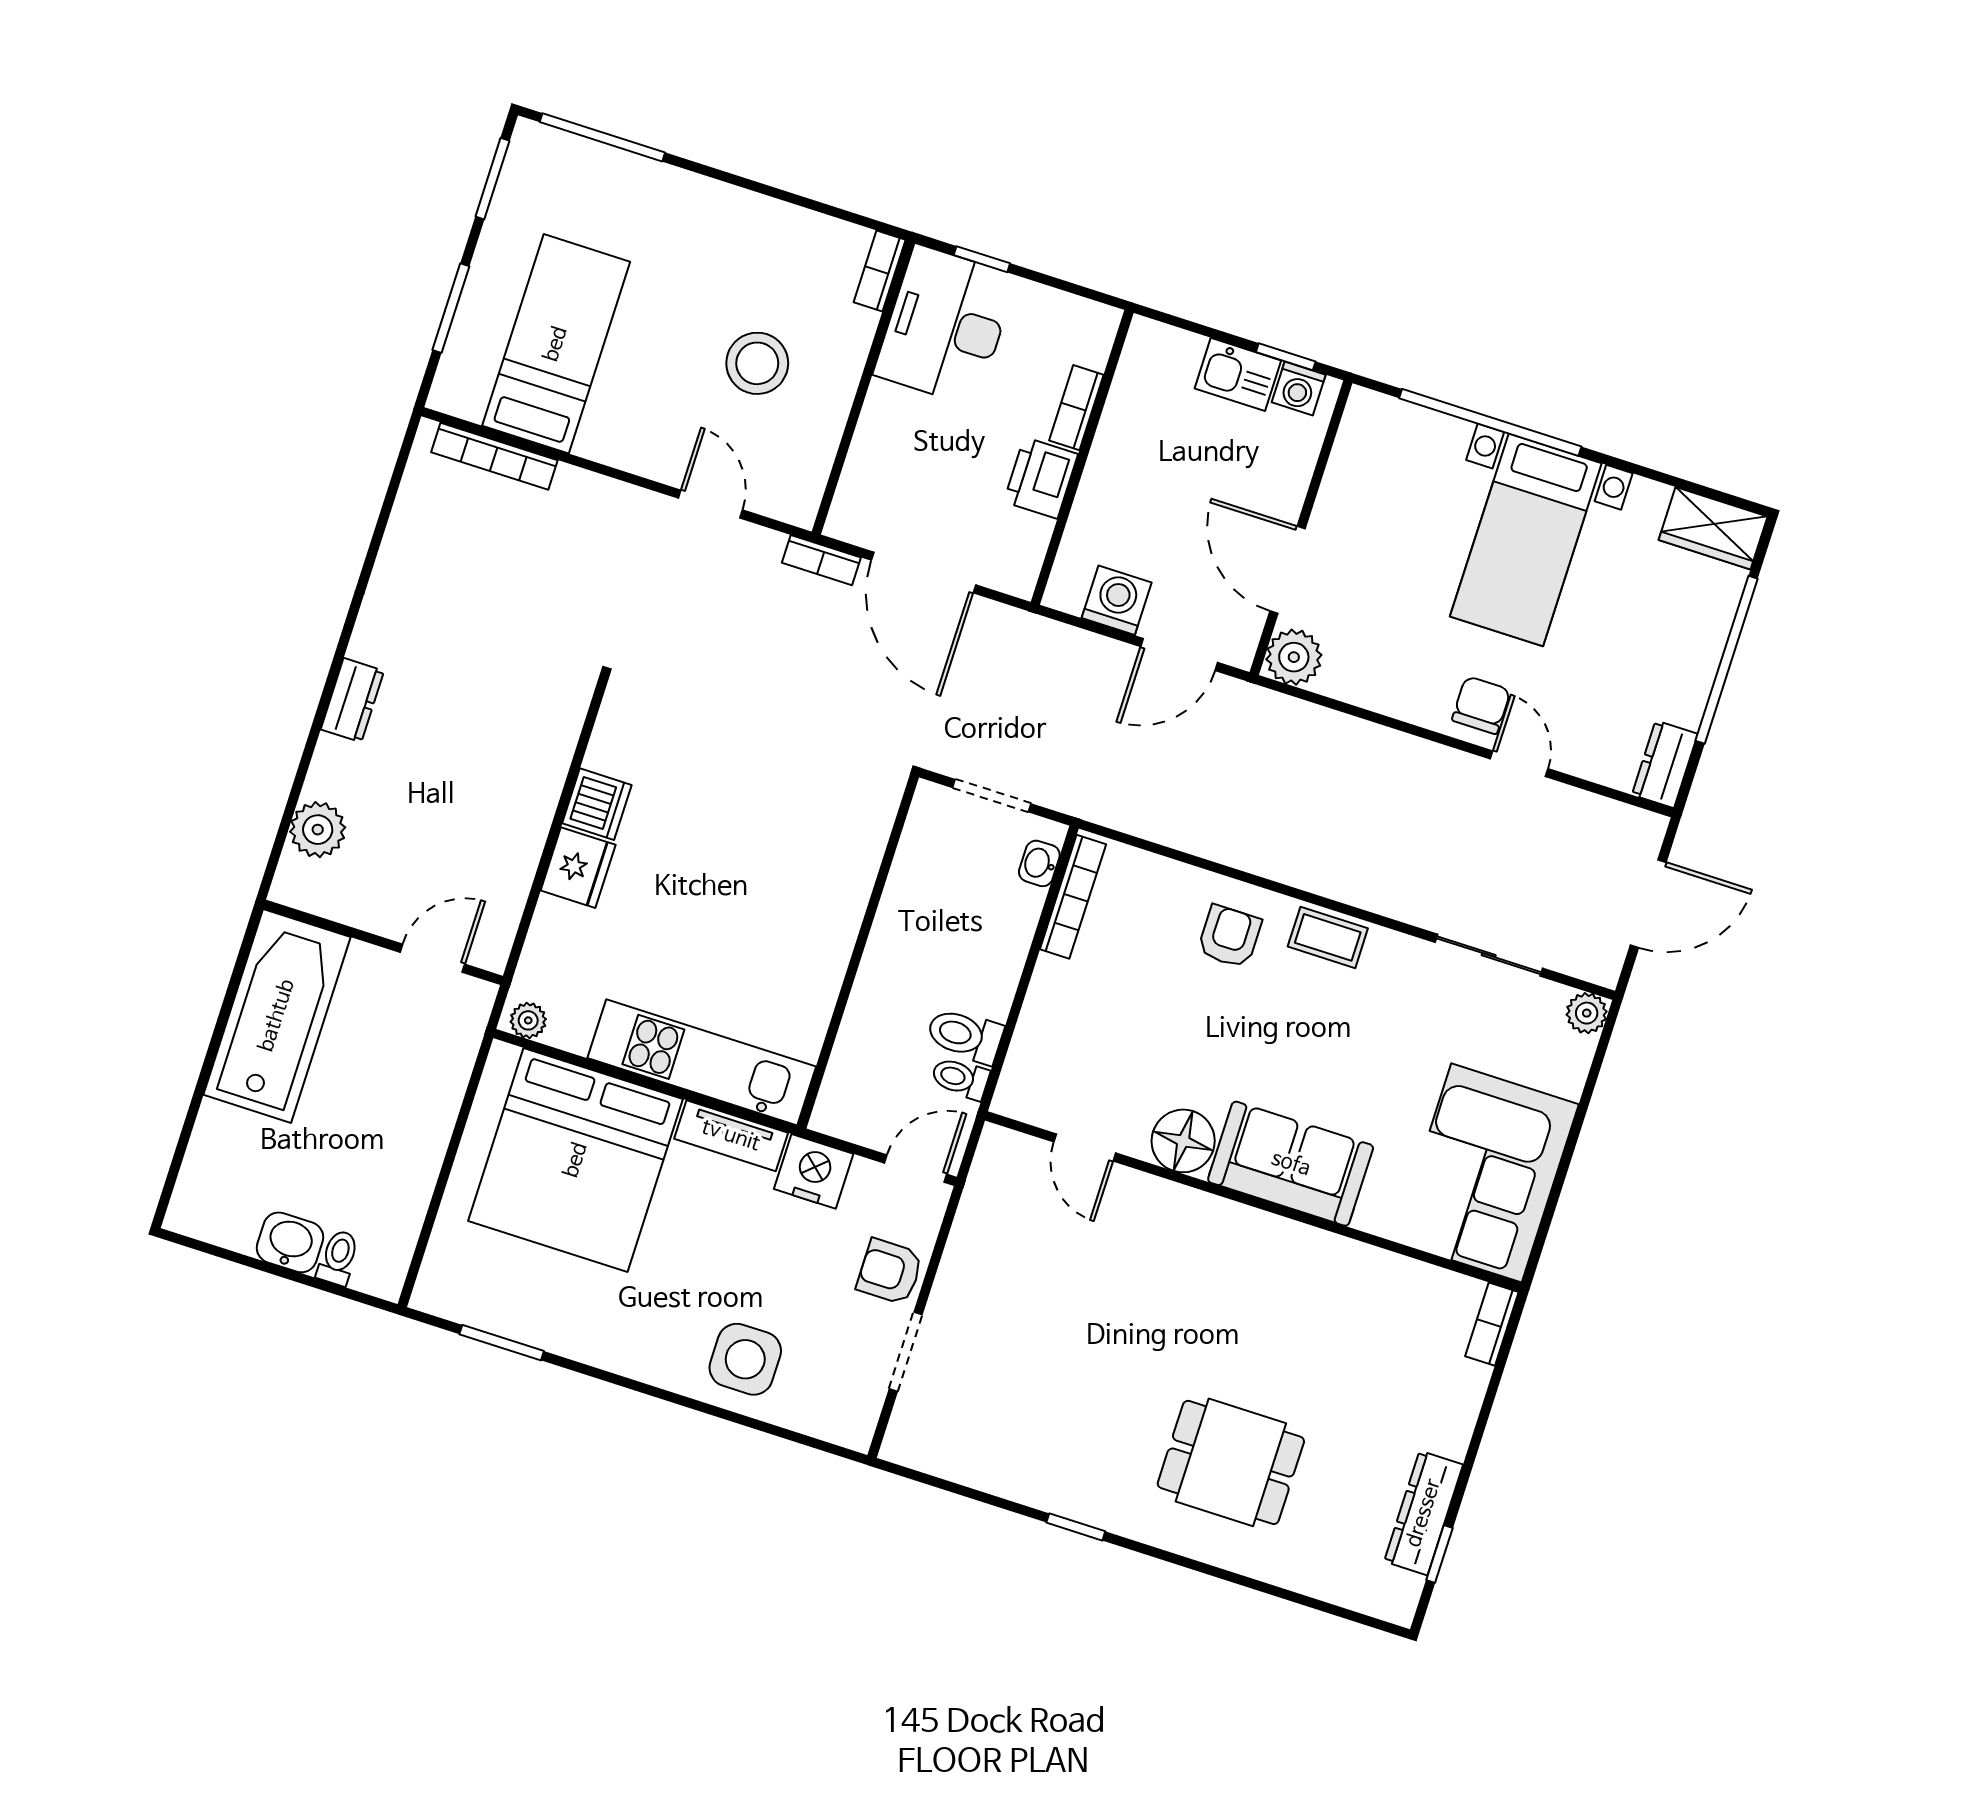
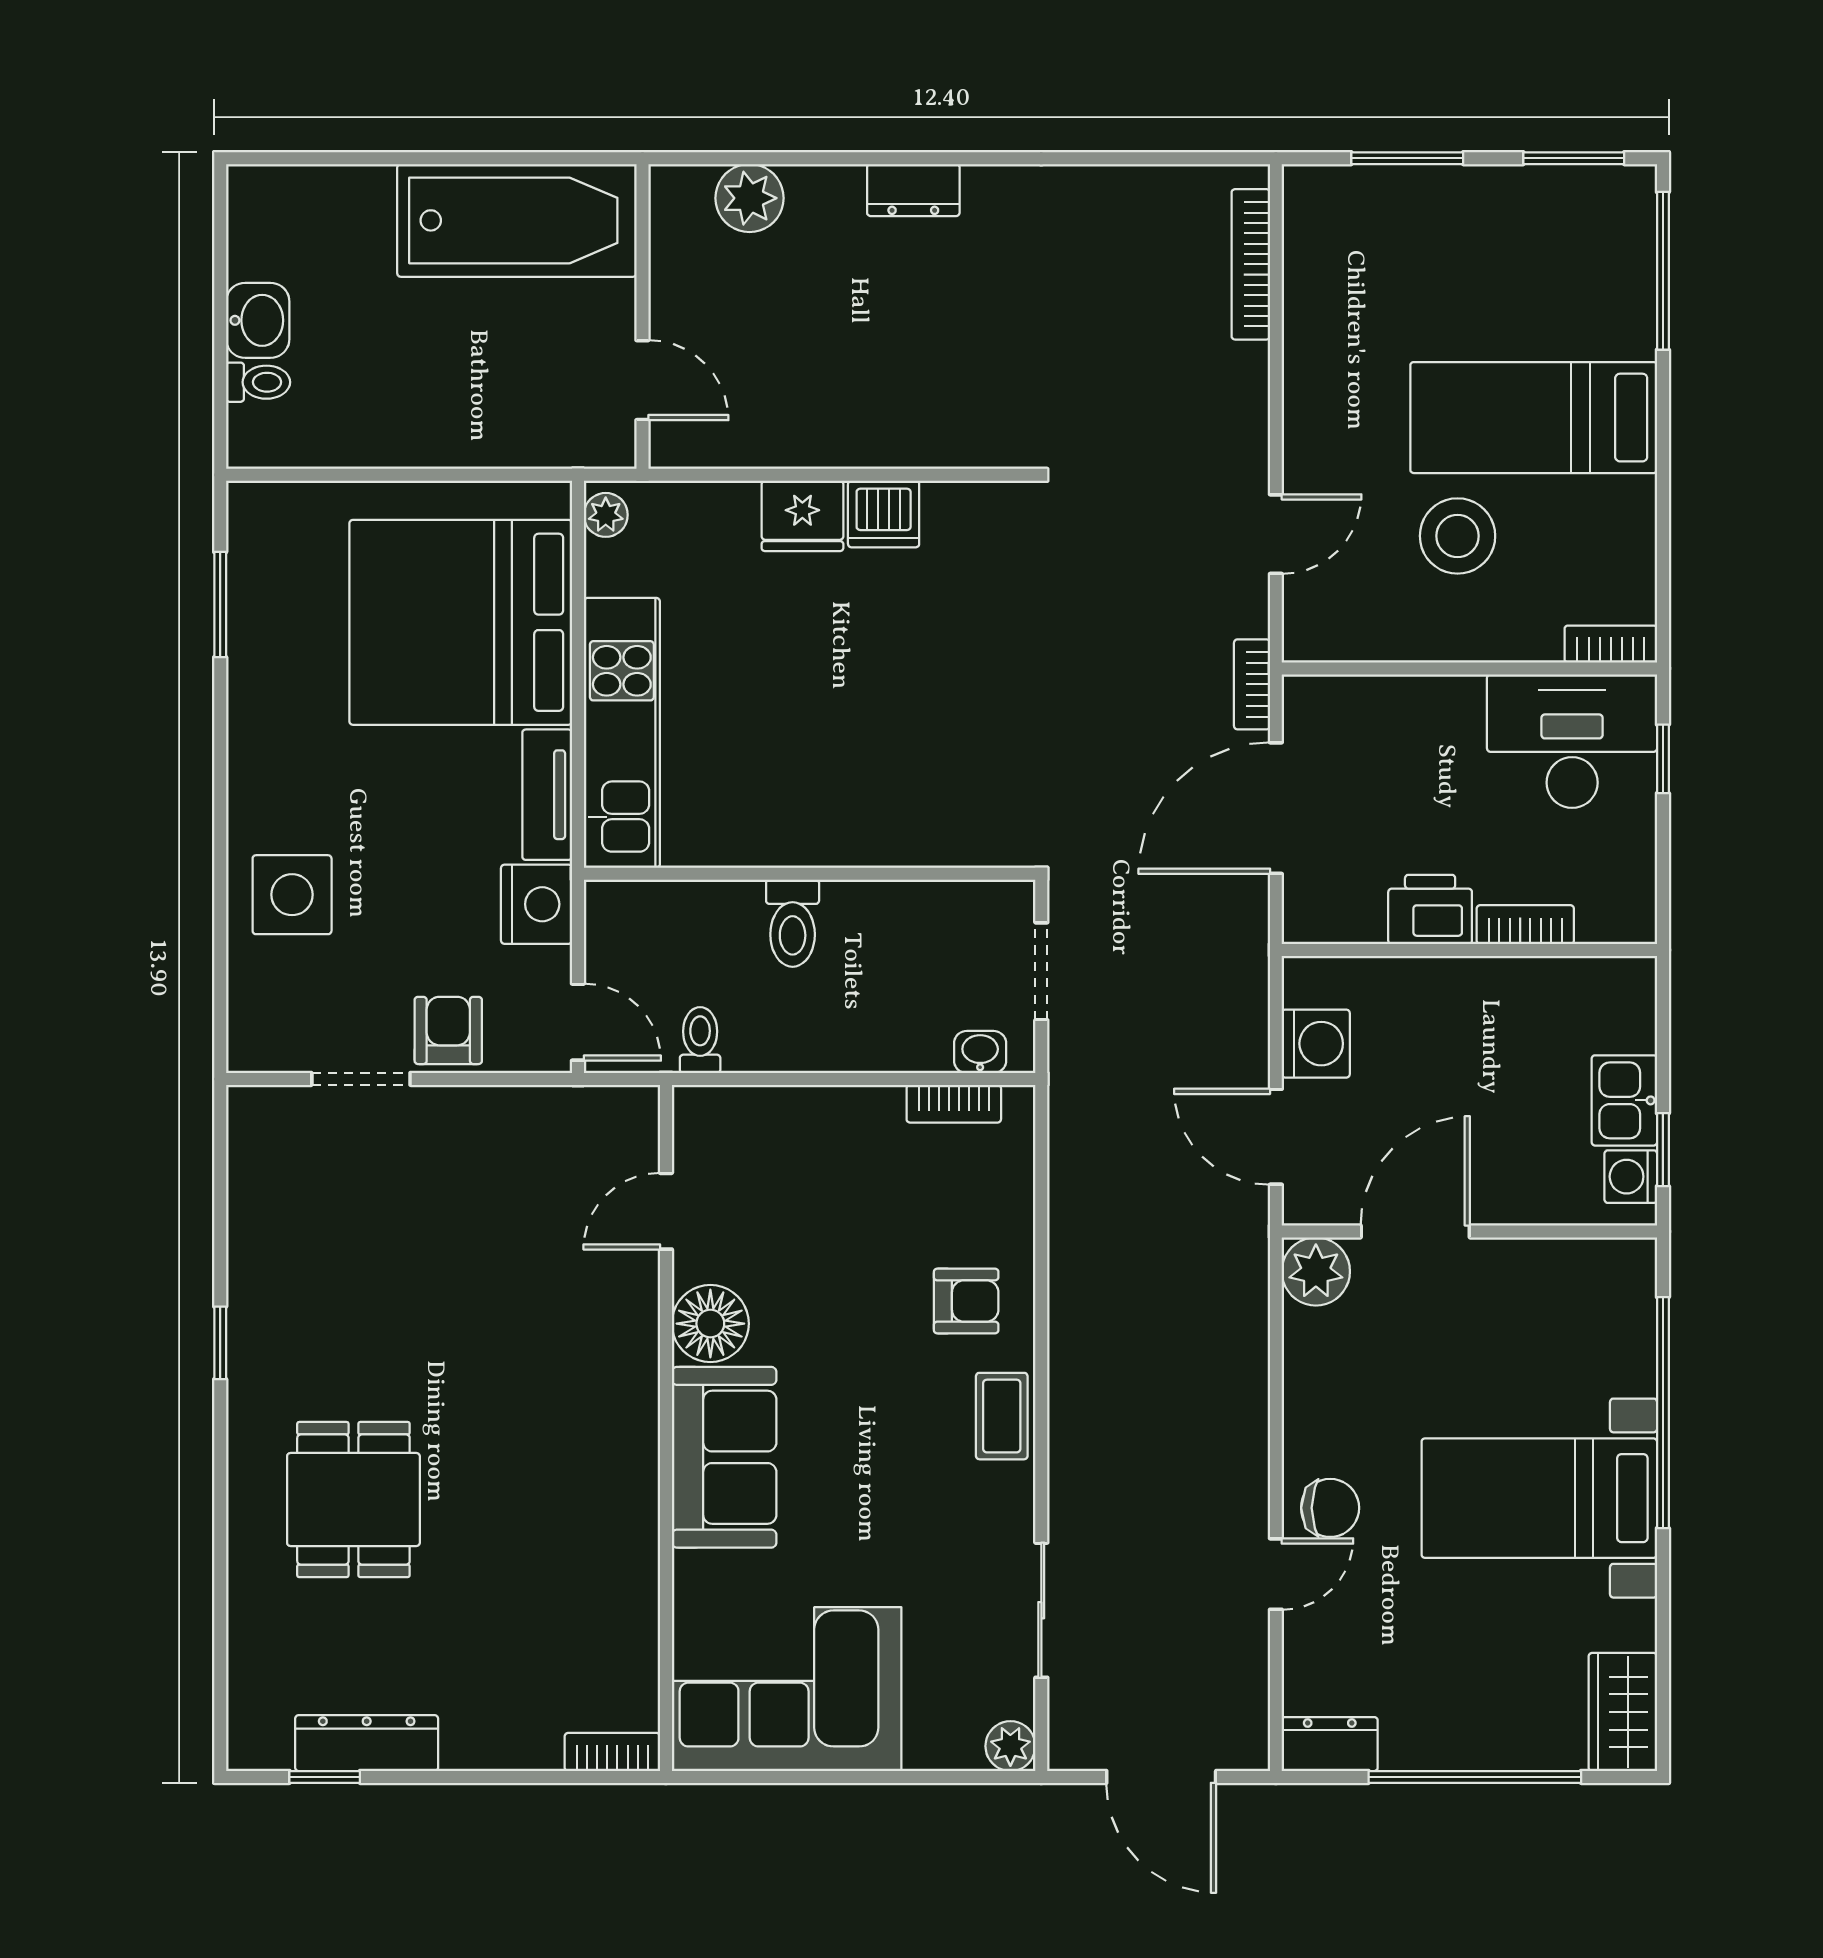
bed: (556, 344) -> (1534, 418), moved, turned 180
bookcase: (1073, 897) -> (954, 1104), width x0.64
toilet: (965, 1036) -> (793, 923), moved, turned 180

